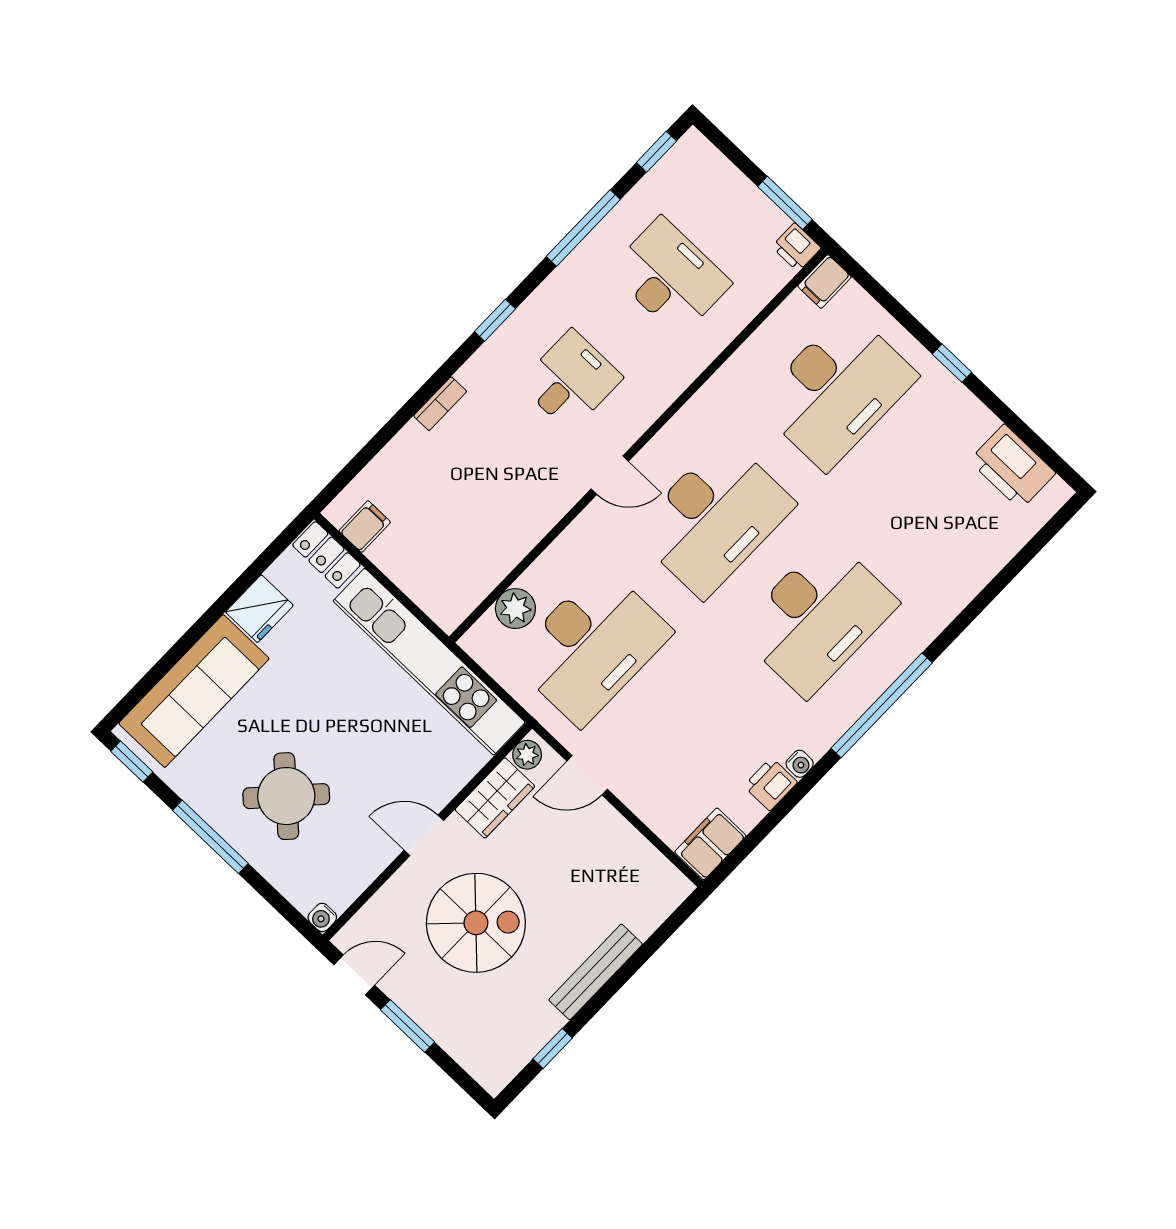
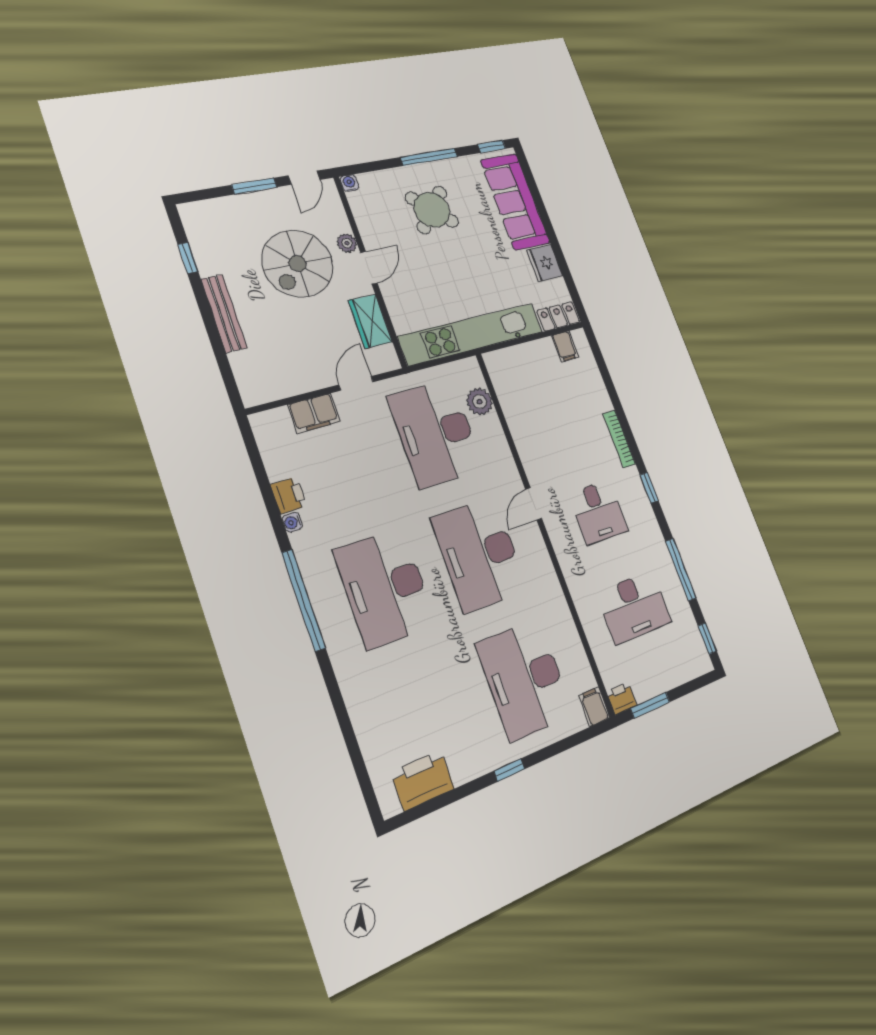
bookcase: (440, 404) -> (619, 439), width x1.56
plant: (527, 755) -> (347, 243), moved
filing cabinet: (710, 844) -> (314, 413), moved, turned 90

